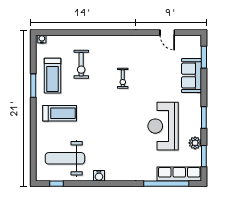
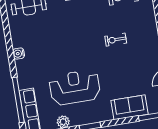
water cooler: (99, 176) -> (19, 54), moved

